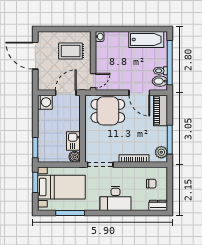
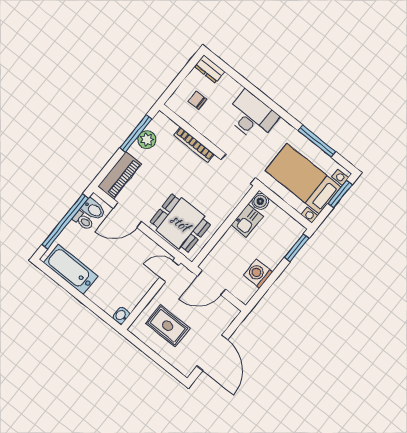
door: (139, 93) -> (127, 215), swing flipped
washing machine: (45, 102) -> (258, 274), moved
plant: (161, 152) -> (147, 140), moved
window: (35, 182) -> (340, 194), moved

